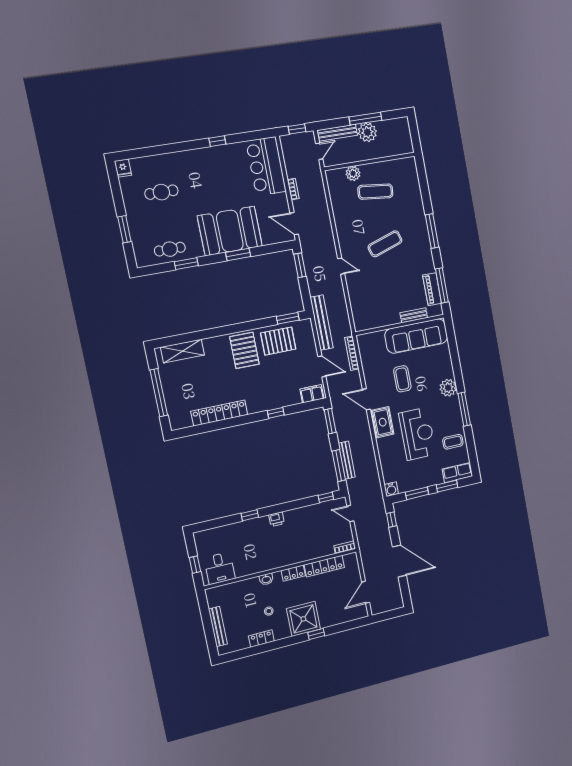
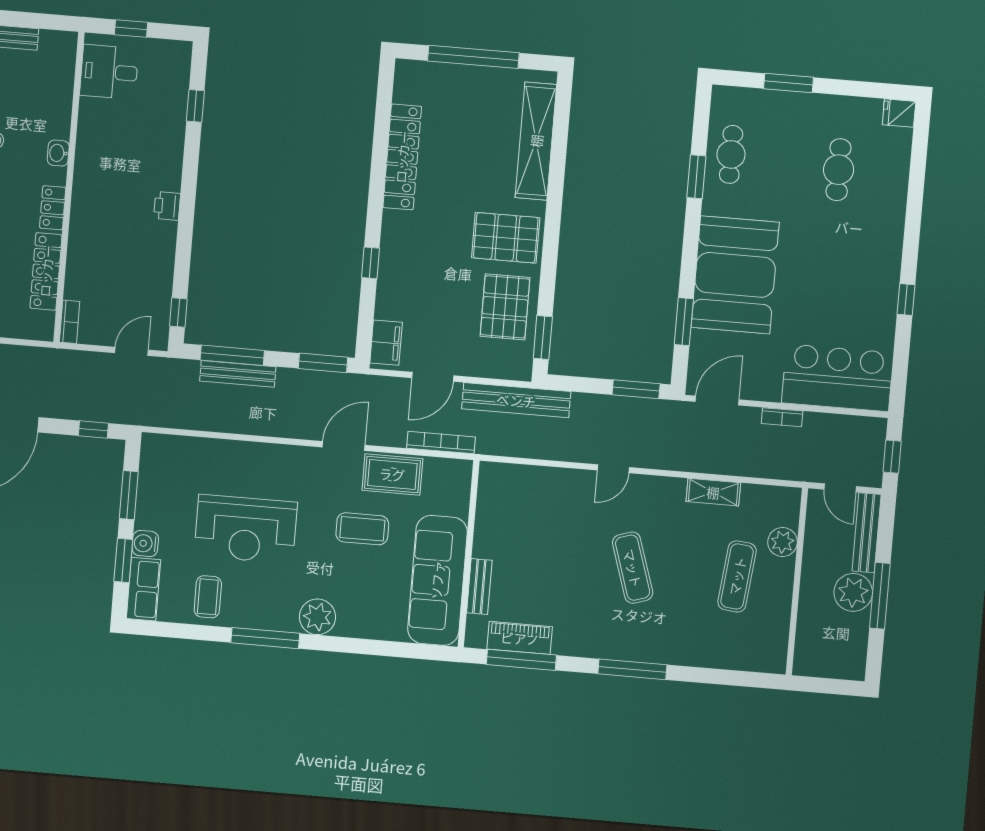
shelving: (339, 214) -> (713, 492), added
window: (238, 254) -> (684, 322), moved
shelving: (183, 351) -> (536, 141), width x1.47
rug: (383, 422) -> (392, 474), moved
water cooler: (391, 489) -> (145, 543), moved
window: (250, 515) -> (195, 106), moved

